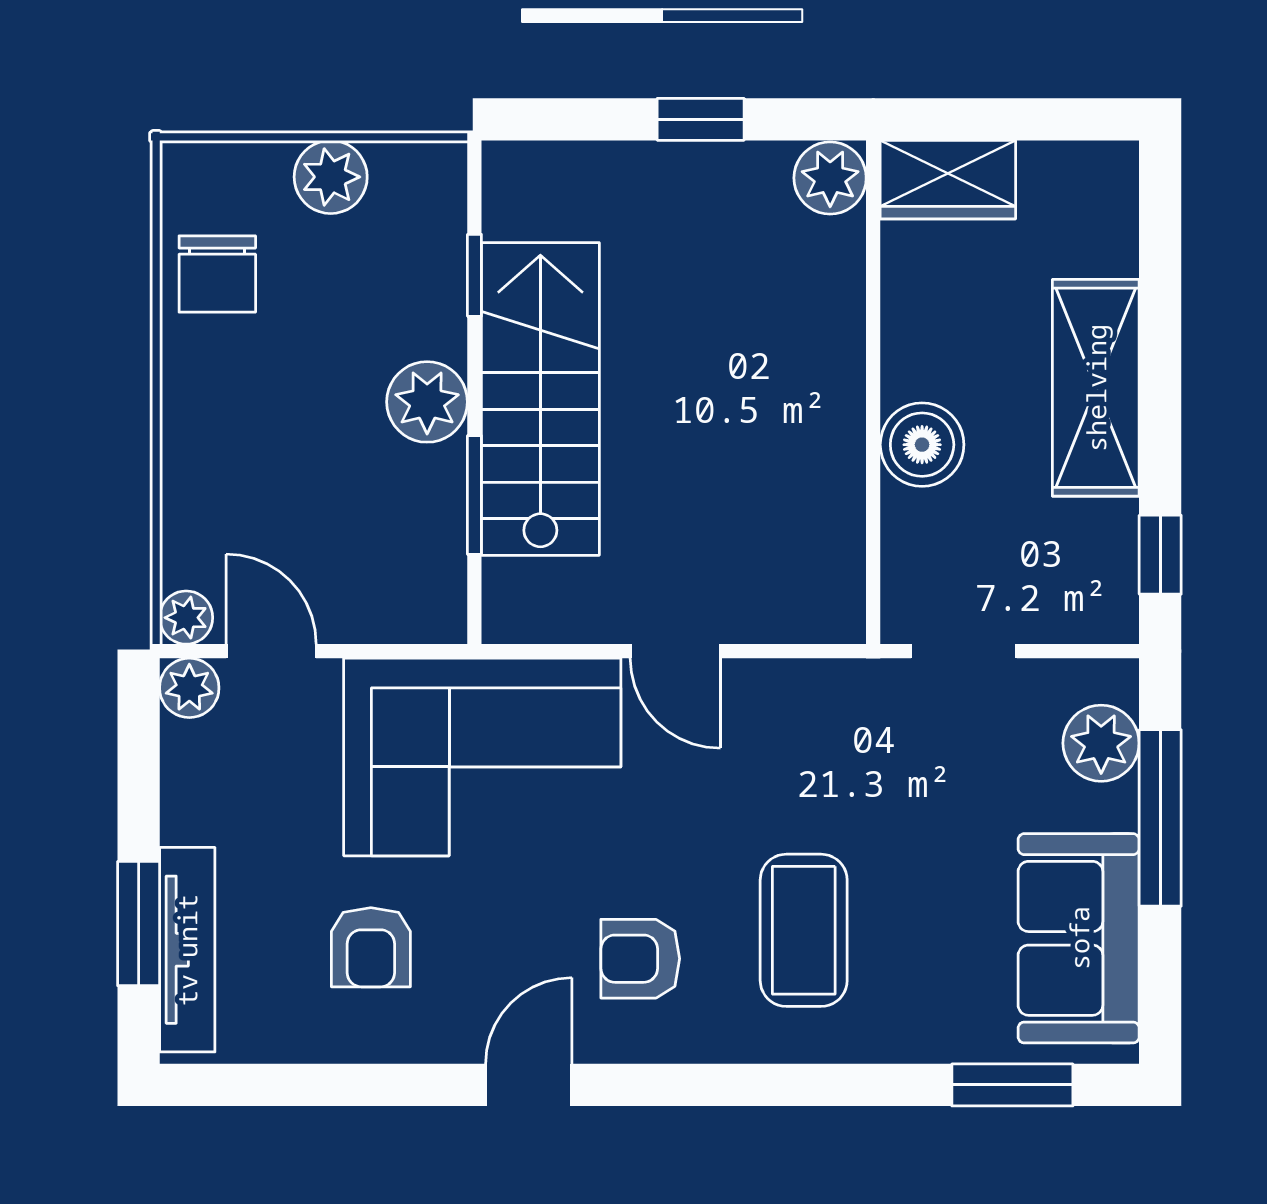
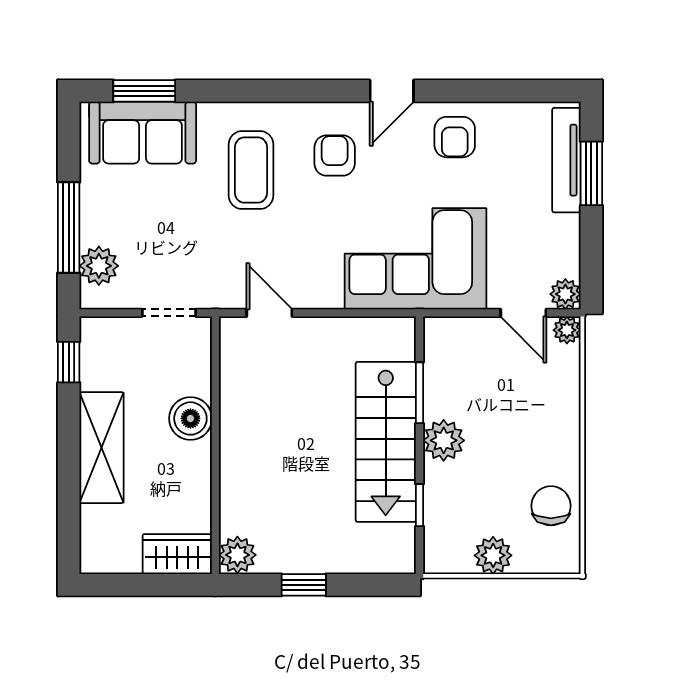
door: (675, 651) -> (269, 313), moved
sofa: (1079, 938) -> (143, 133), moved, turned 90
armchair: (371, 947) -> (455, 137), moved, turned 180
armchair: (640, 959) -> (335, 156), turned -90

